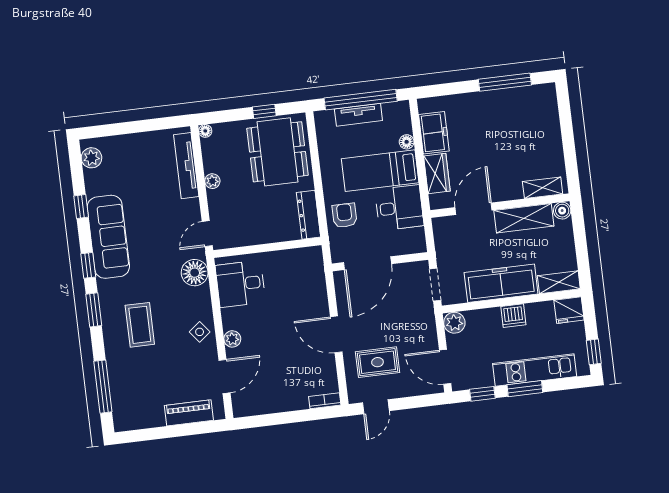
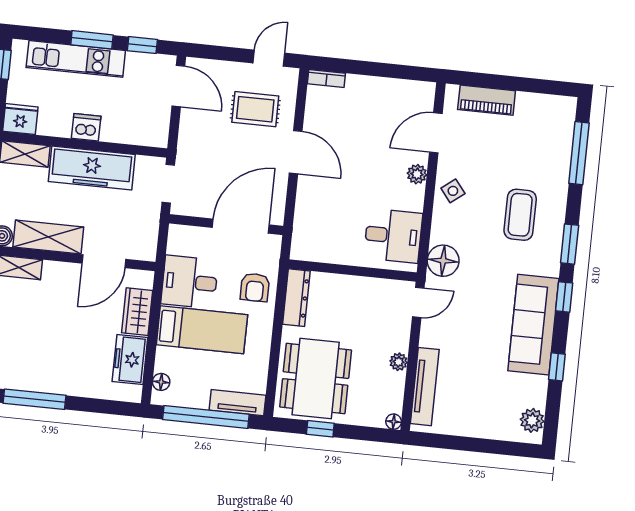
tv unit: (358, 115) -> (238, 403), moved
floor lamp: (407, 142) -> (161, 382), moved
plant: (454, 323) -> (156, 135), removed

